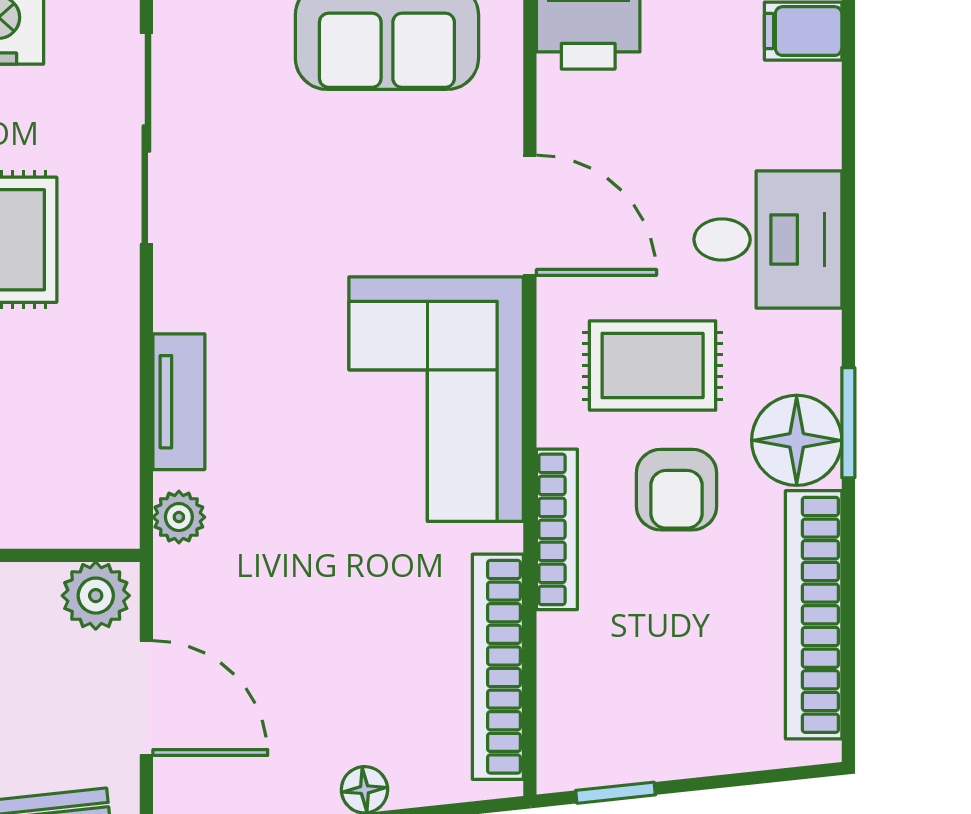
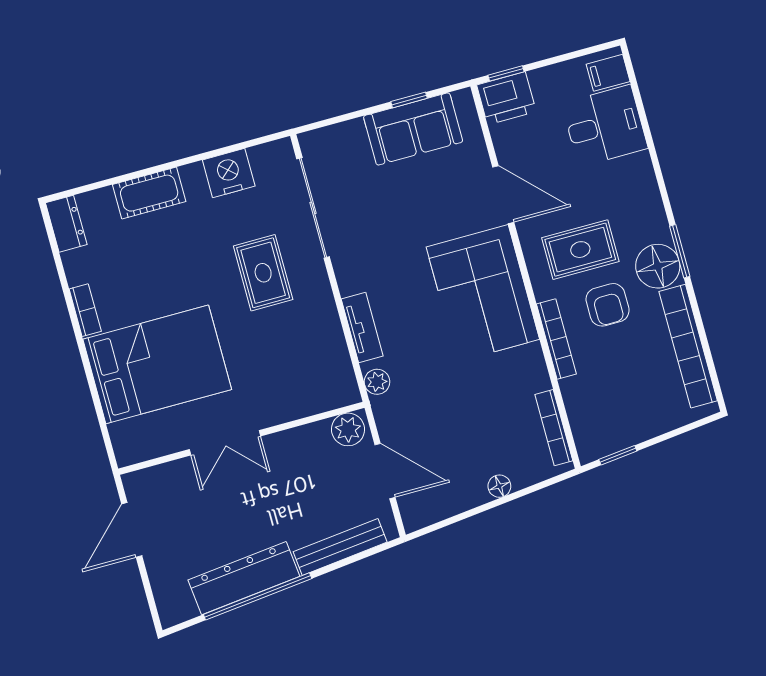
desk: (768, 239) -> (605, 126), moved
bookcase: (498, 667) -> (554, 428), width x0.68, depth x0.76

